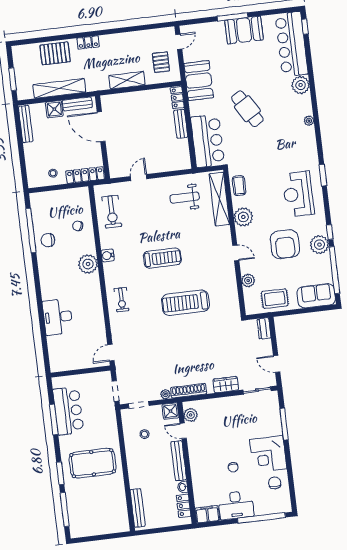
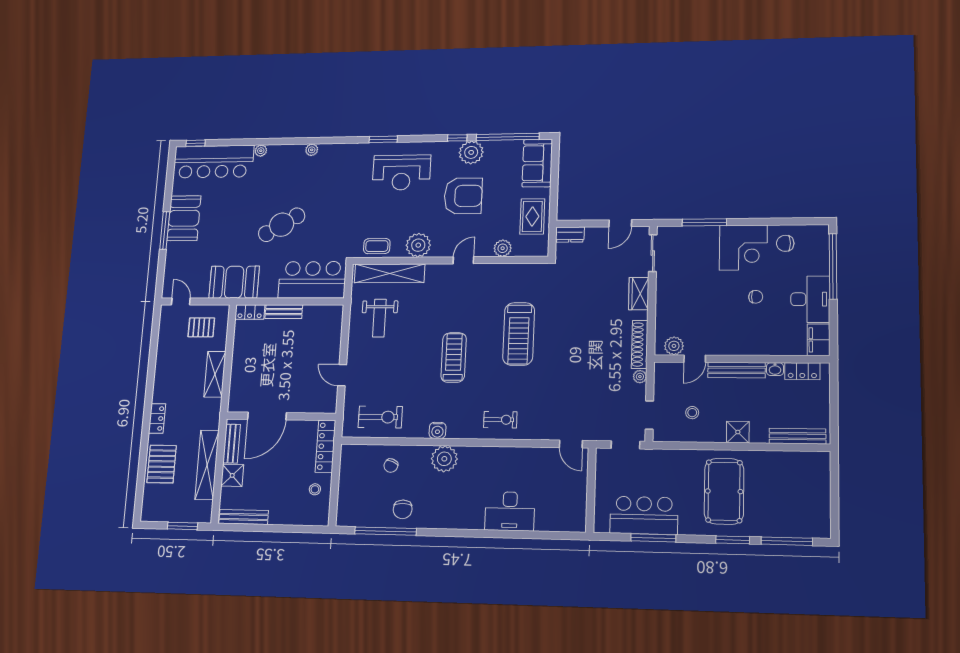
plant: (301, 85) -> (261, 151), width x0.53, depth x0.53
shower: (171, 411) -> (738, 432), moved

